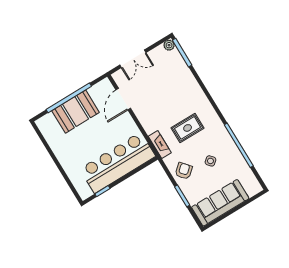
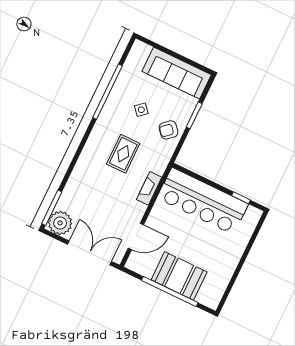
plant: (169, 45) -> (60, 223), width x1.88, depth x1.88
double door: (133, 59) -> (90, 253), width x1.37
rug: (188, 128) -> (123, 154), turned 90
fireplace: (160, 145) -> (149, 188), moved

